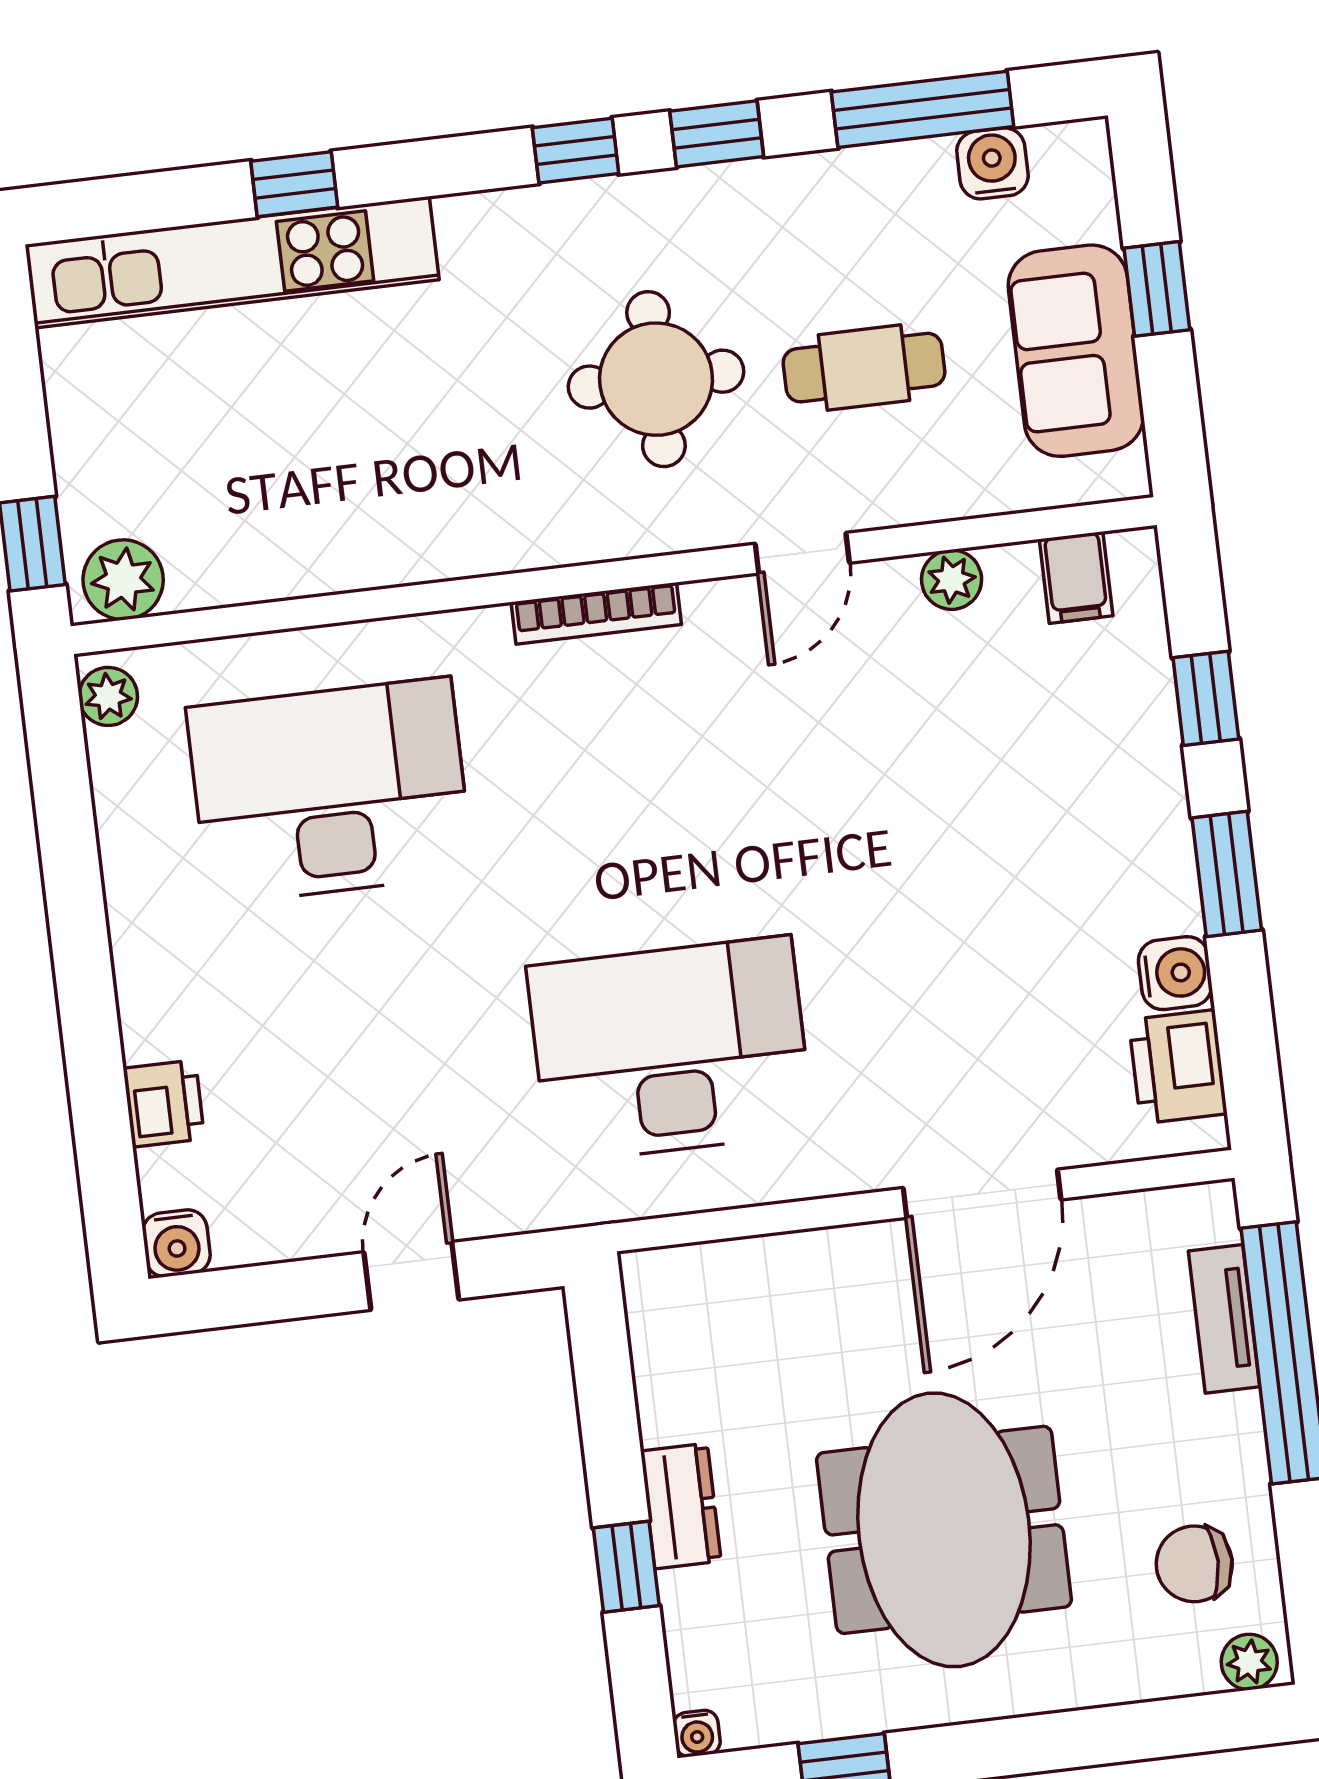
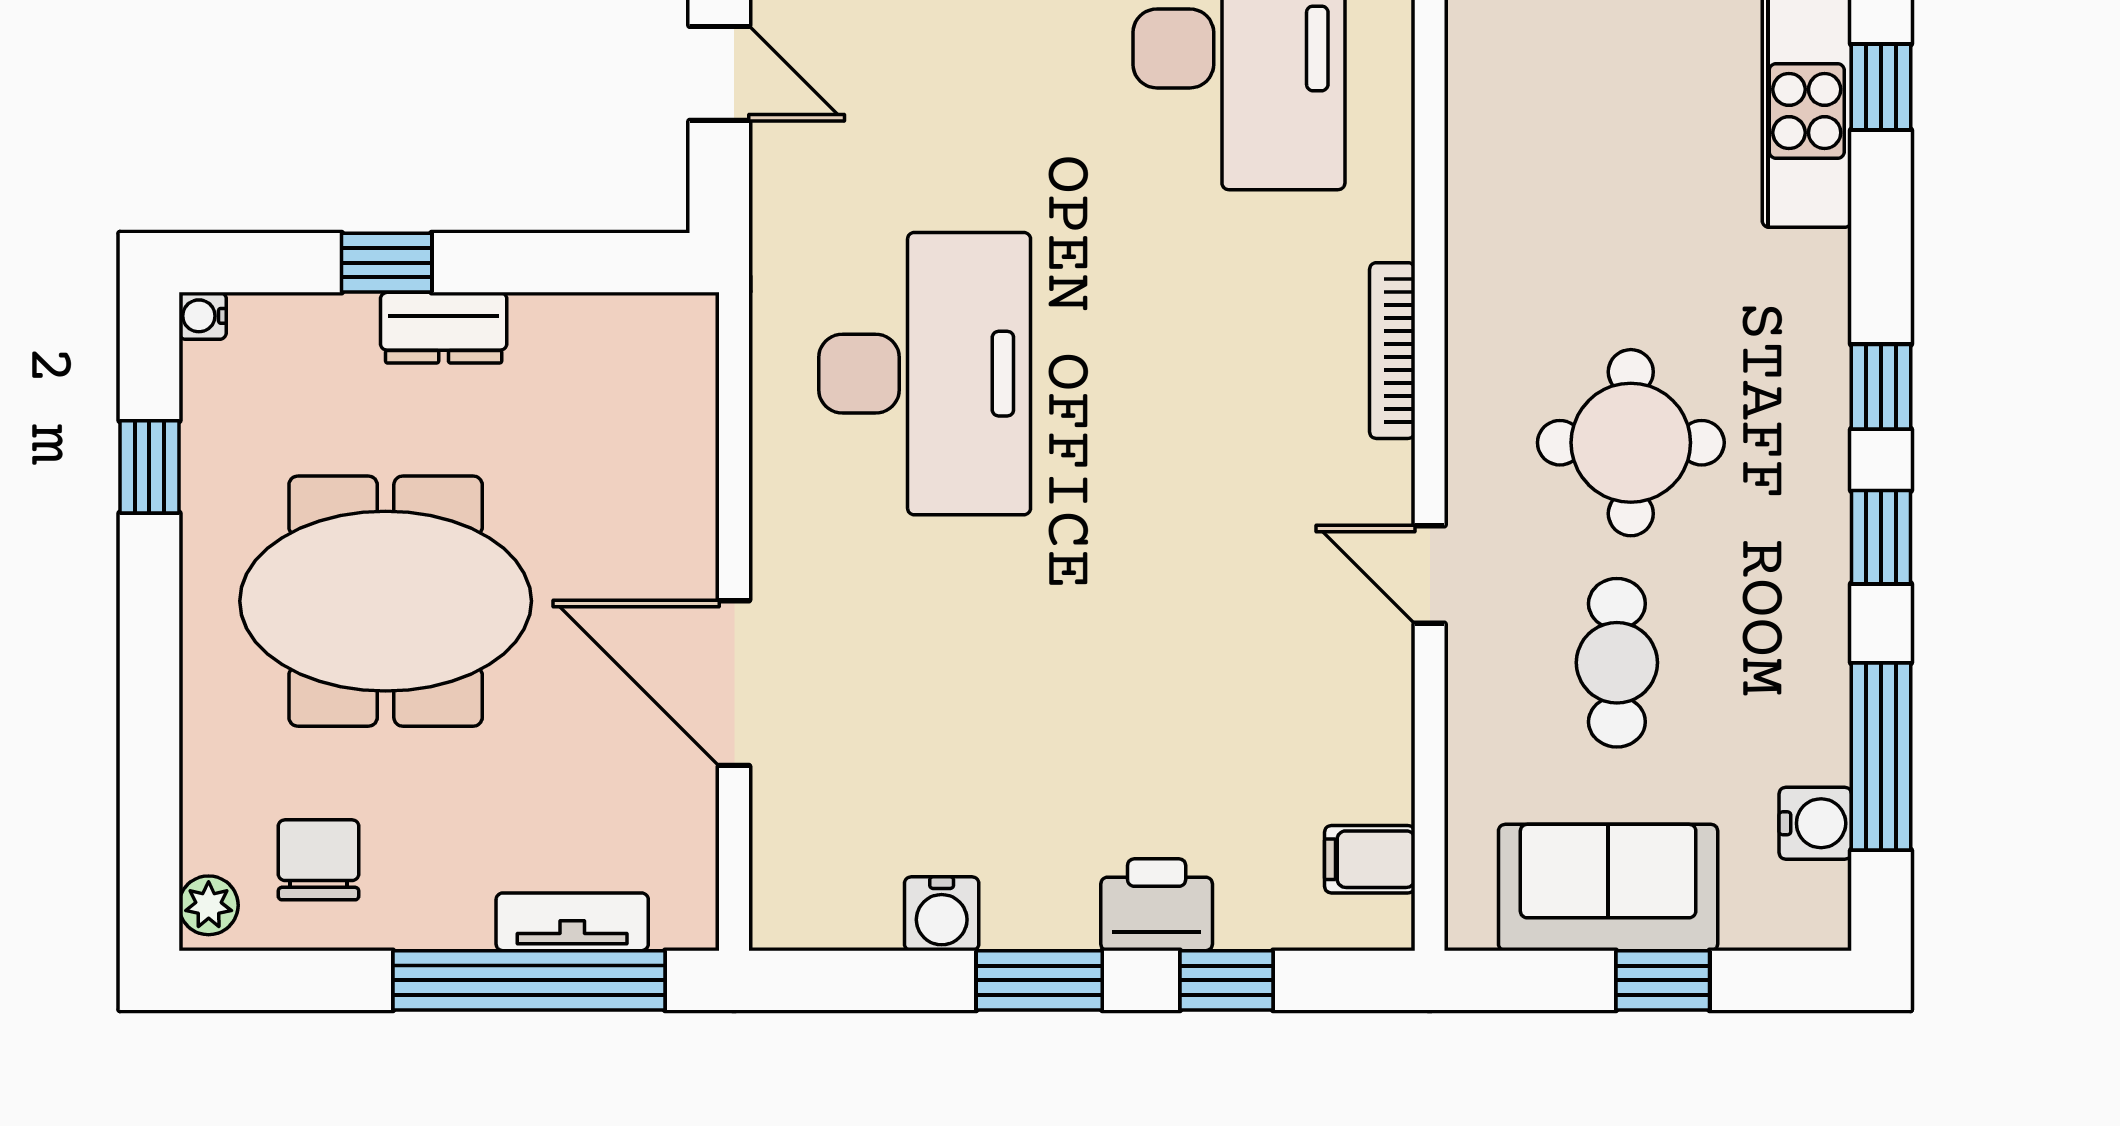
plant: (952, 580) -> (1383, 728), removed
printer: (1178, 1067) -> (1157, 905), moved

